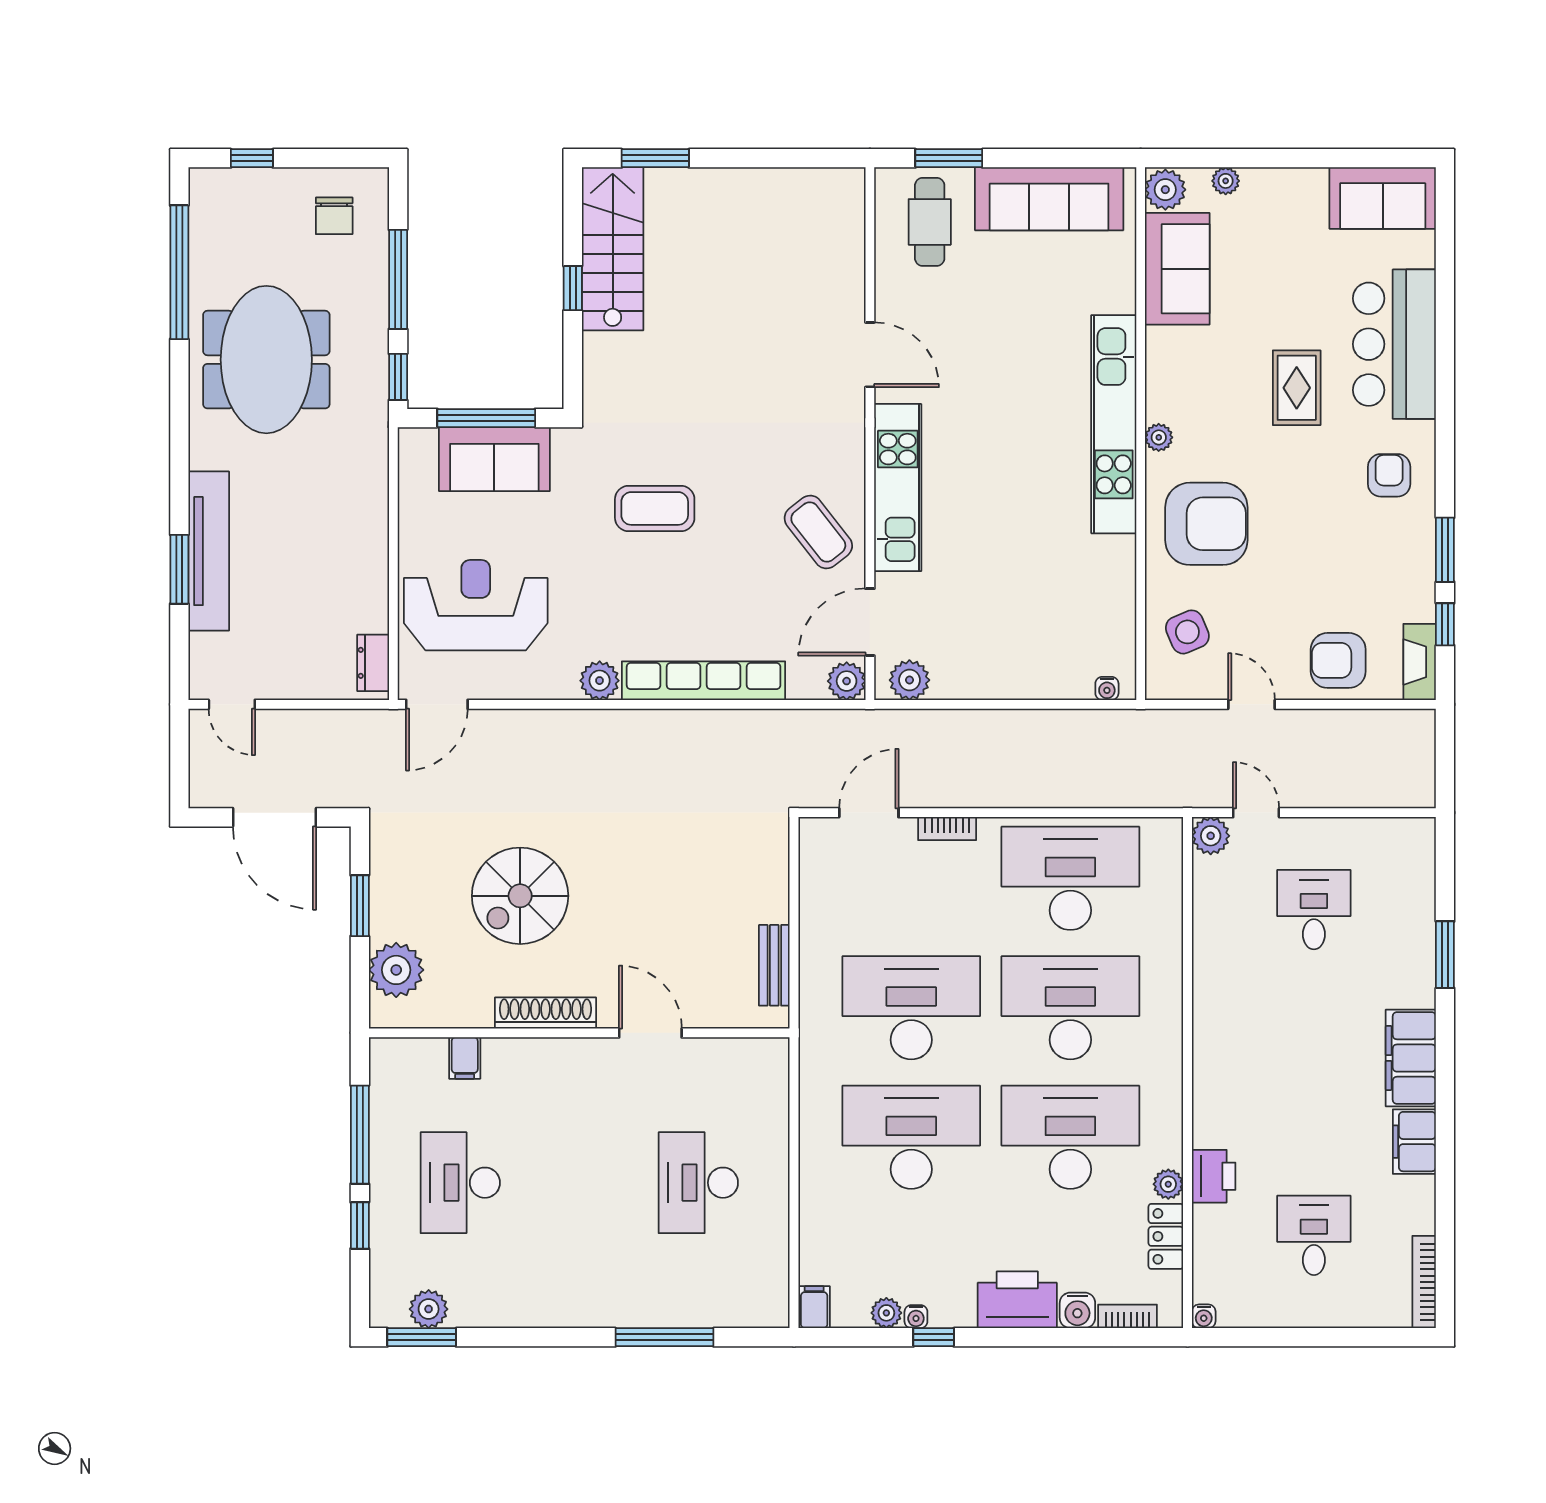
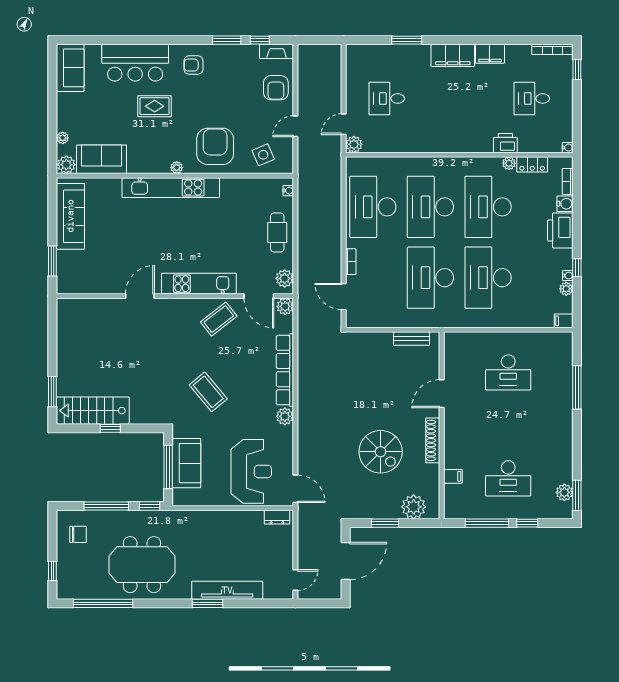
cafe table: (930, 222) -> (277, 233), moved, turned 90
coffee table: (655, 508) -> (208, 392), turned -40
window: (179, 569) -> (208, 603), moved
reception desk: (476, 605) -> (251, 471), turned 180
window: (1379, 1337) -> (577, 70), added

